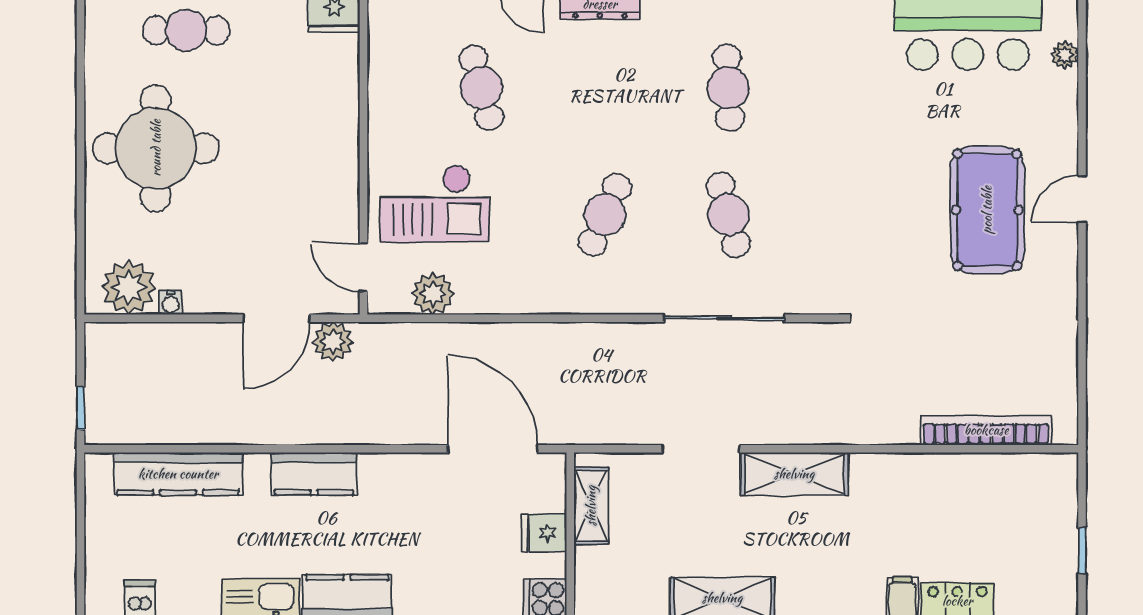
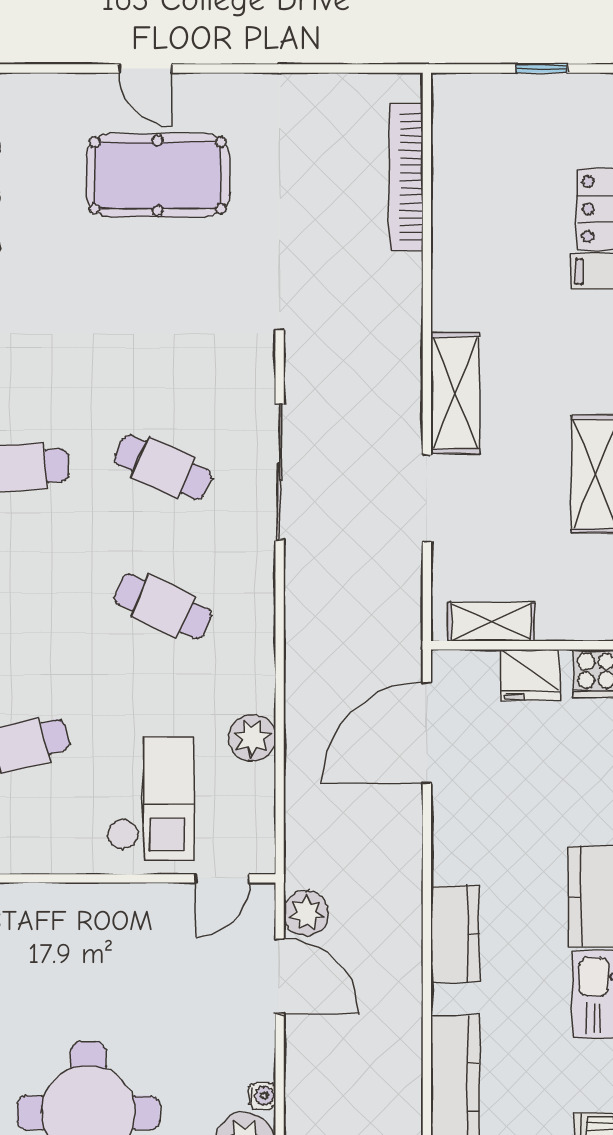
cafe table: (728, 215) -> (163, 467), turned 39
plant: (433, 294) -> (252, 738), moved
fridge: (544, 533) -> (530, 675), width x1.38

